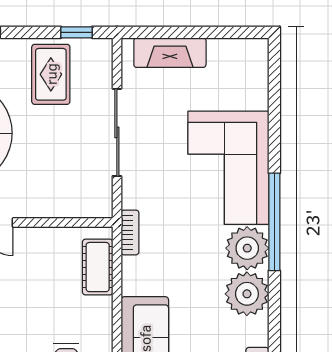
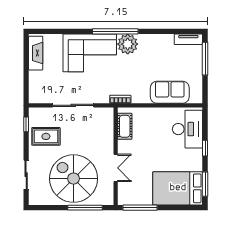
fireplace: (170, 53) -> (36, 53), moved
cot: (98, 267) -> (125, 126), moved, turned 90
plant: (247, 294) -> (149, 44), removed

